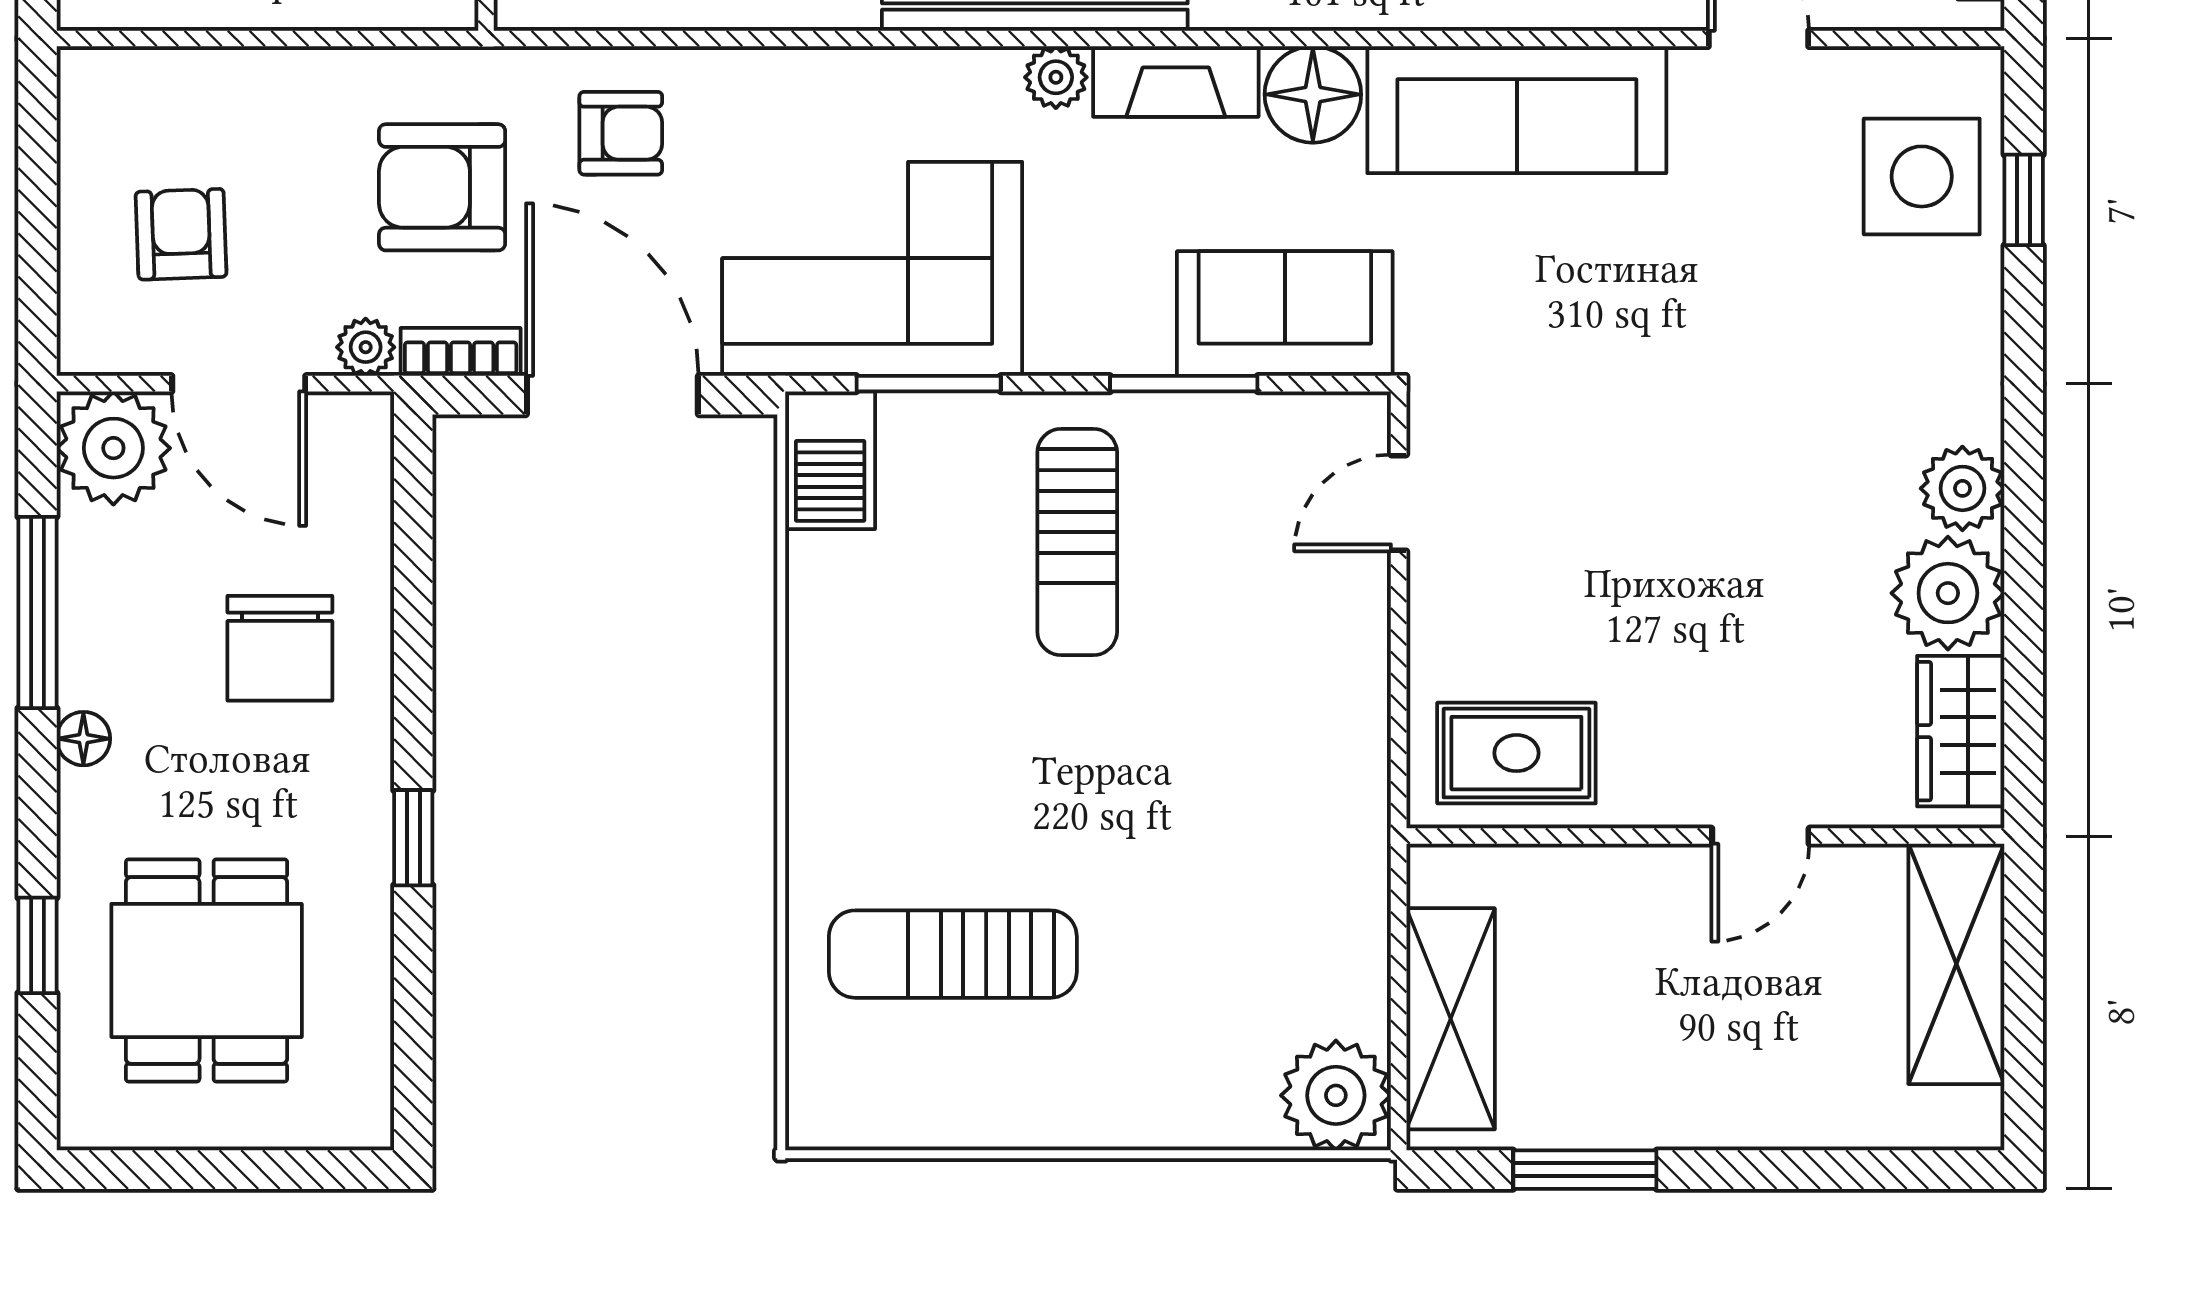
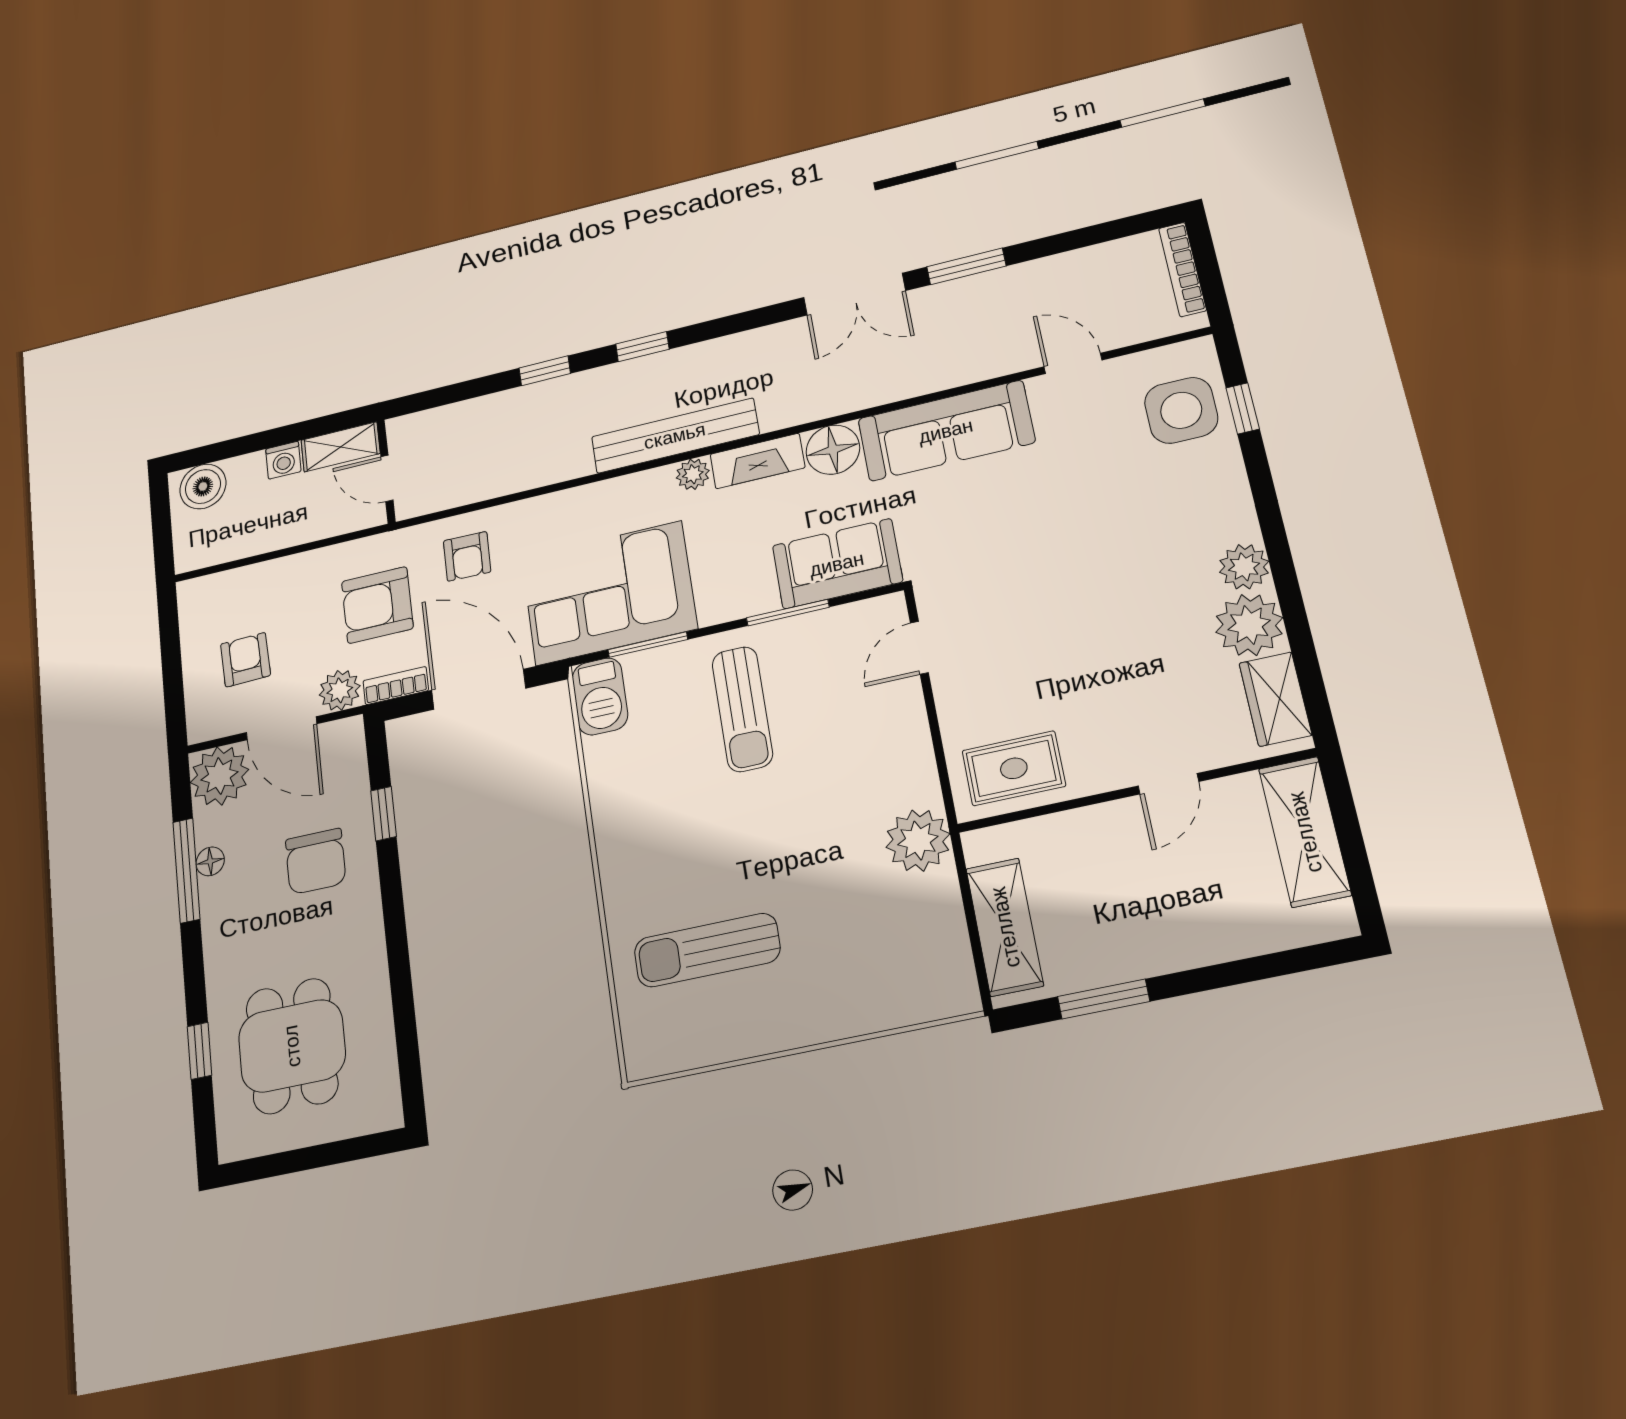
armchair: (621, 133) -> (467, 556), turned 91
plant: (366, 347) -> (340, 690), width x1.38, depth x1.38
floor lamp: (83, 739) -> (210, 861), moved
window: (413, 838) -> (384, 814), moved
plant: (1336, 1095) -> (918, 841), moved

